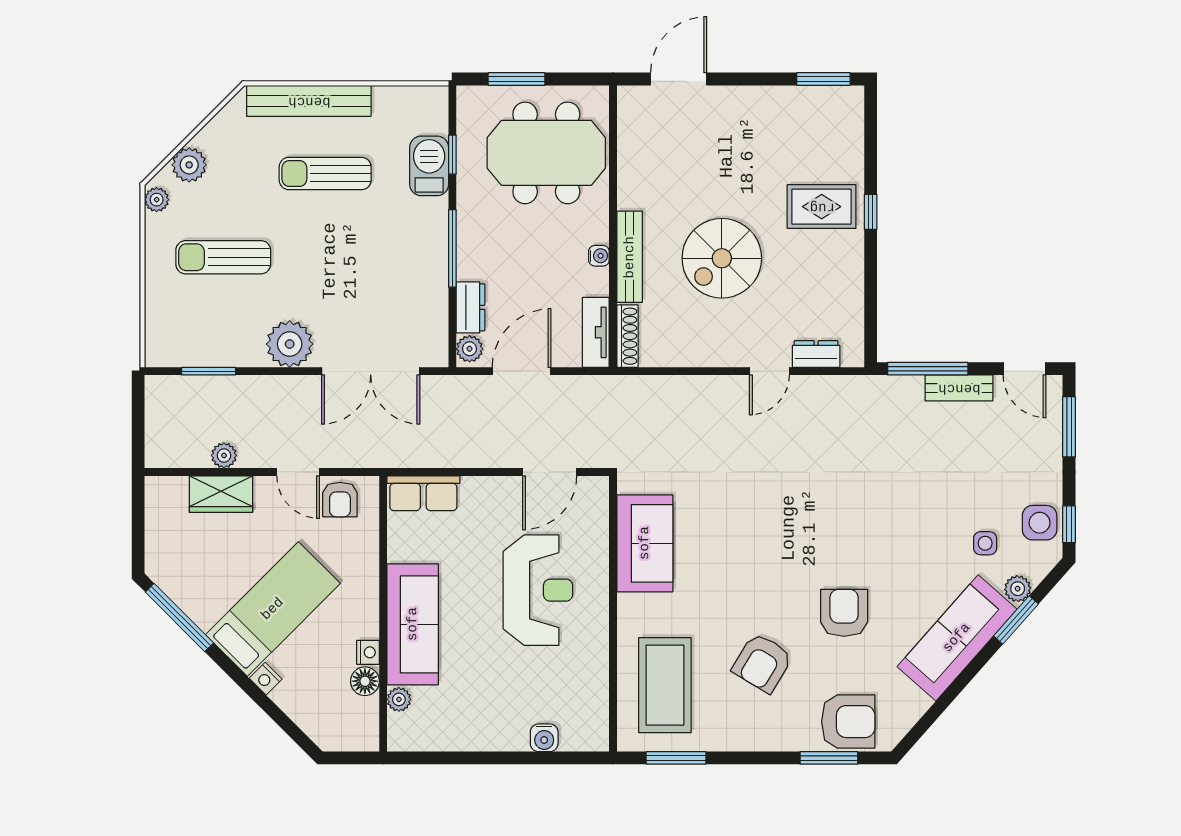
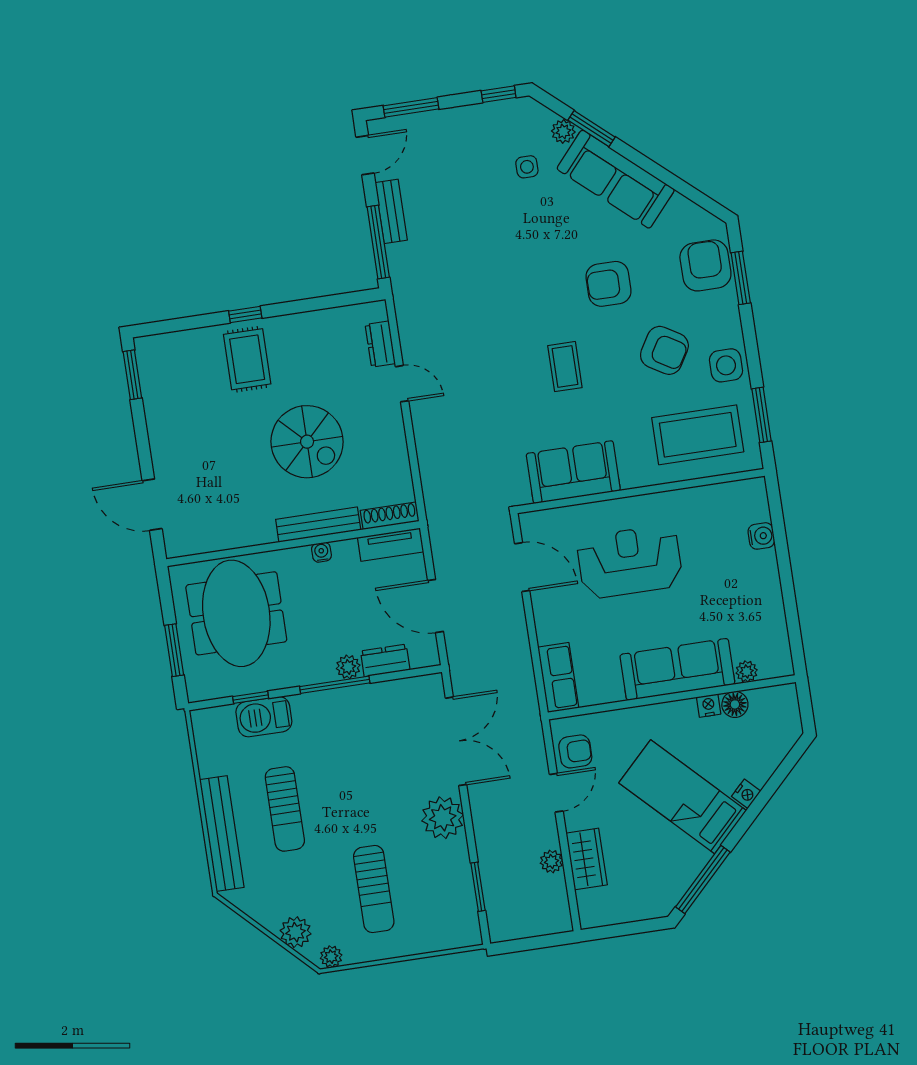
plant: (470, 349) -> (348, 667), moved
side table: (1040, 523) -> (726, 365), moved
coffee table: (761, 552) -> (565, 367), added

